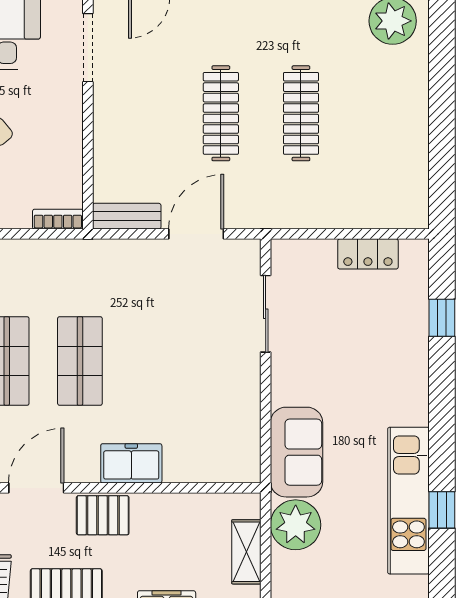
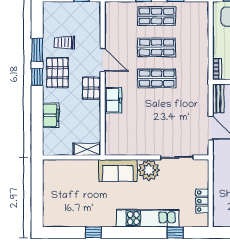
kitchen unit: (408, 501) -> (148, 218), moved
plant: (296, 525) -> (149, 170), moved
shelving: (246, 552) -> (87, 149), moved

